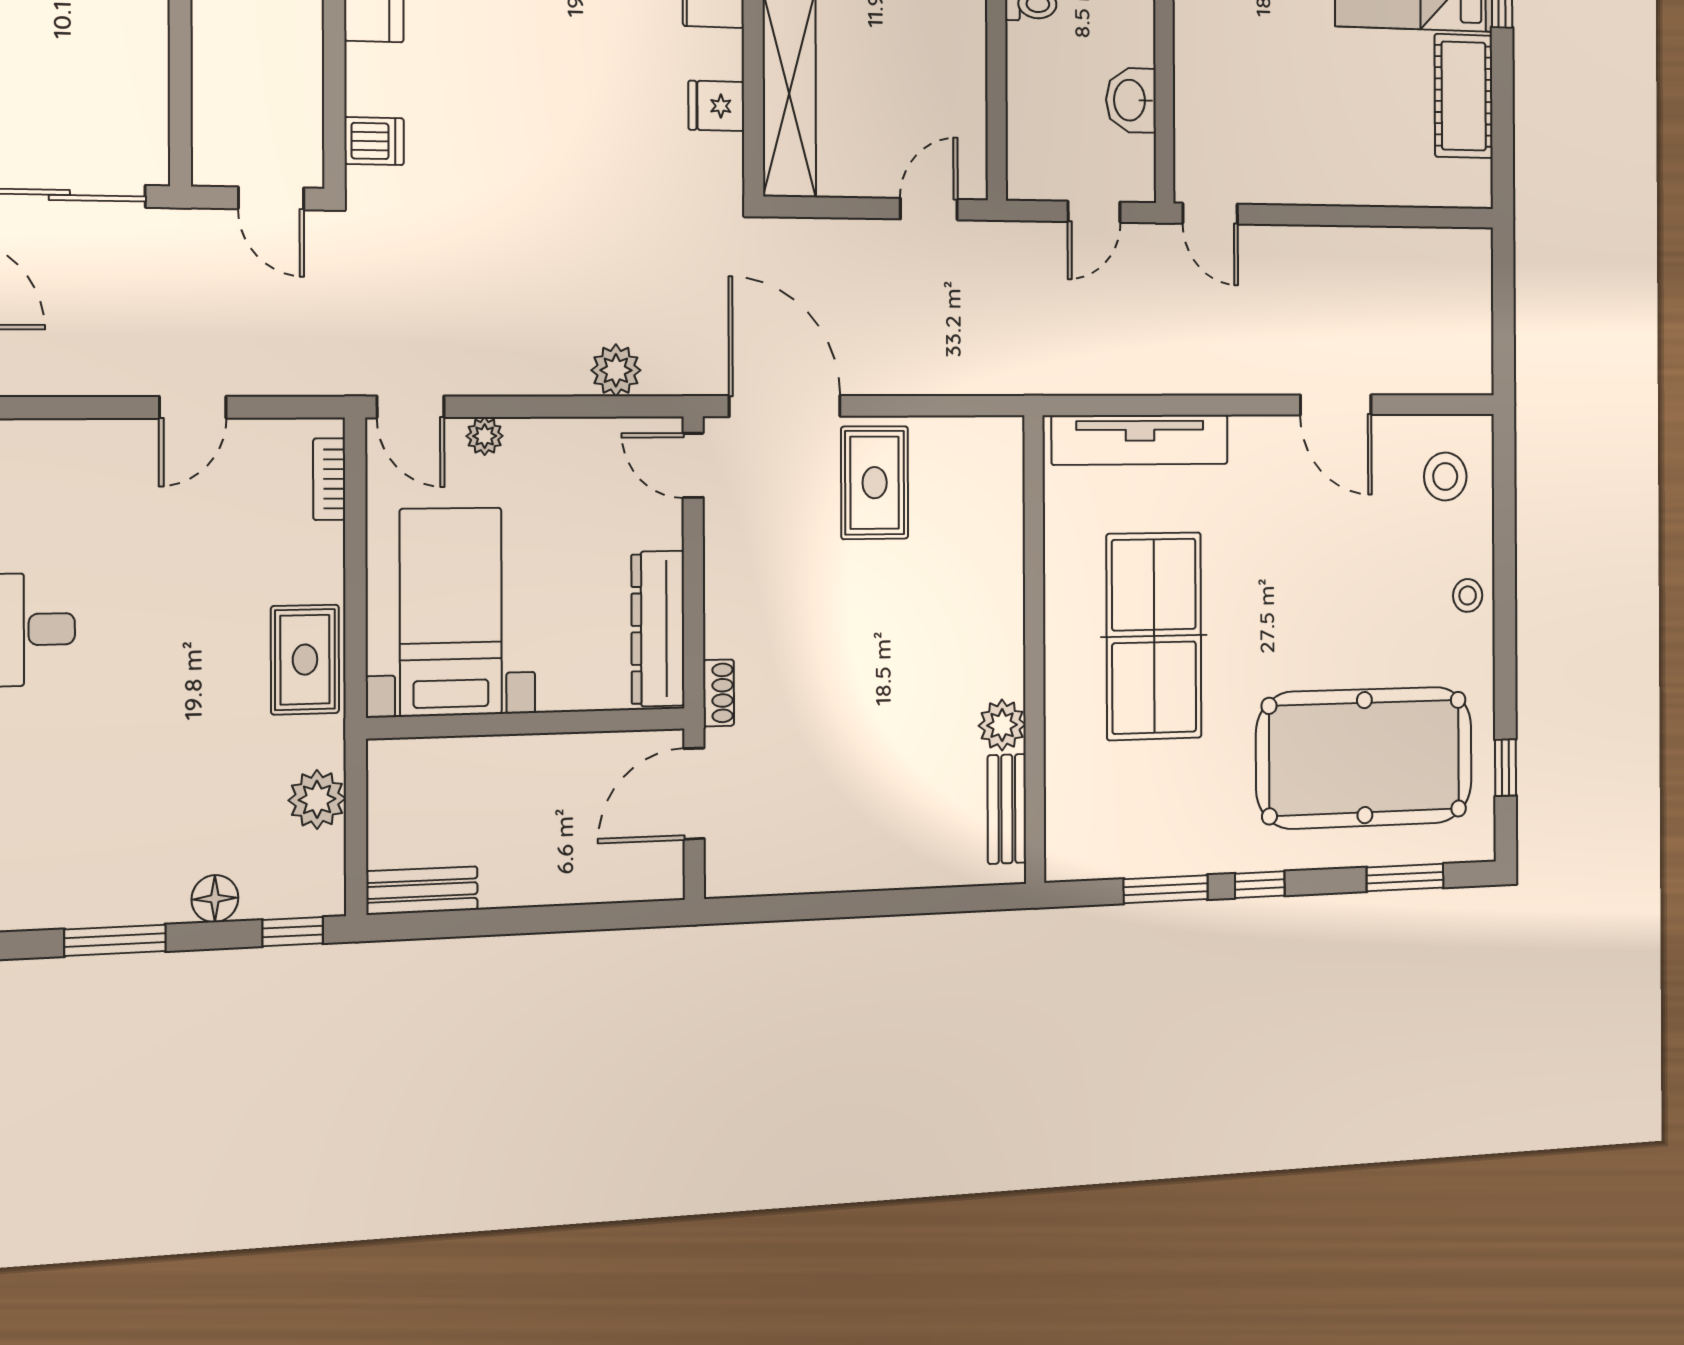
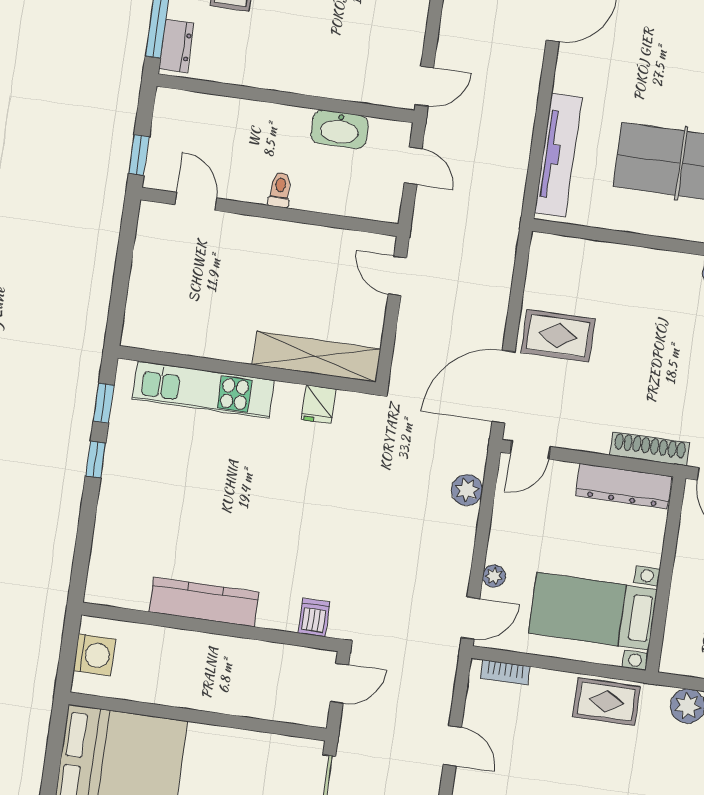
washbasin: (1131, 100) -> (340, 129), width x1.38
shoe rack: (719, 693) -> (650, 449), width x1.94, depth x1.24

